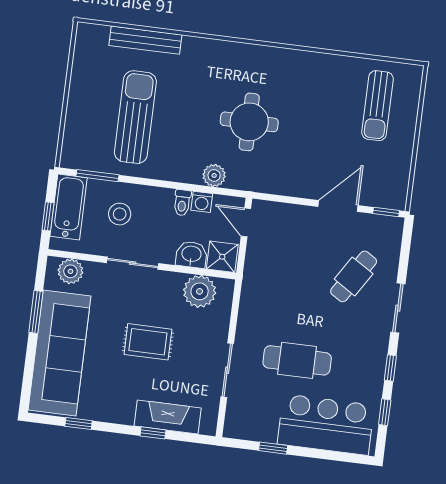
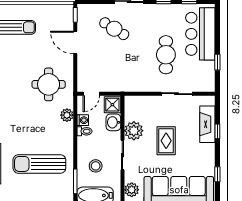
round table: (249, 122) -> (49, 84), moved
plant: (200, 291) -> (134, 131), moved

